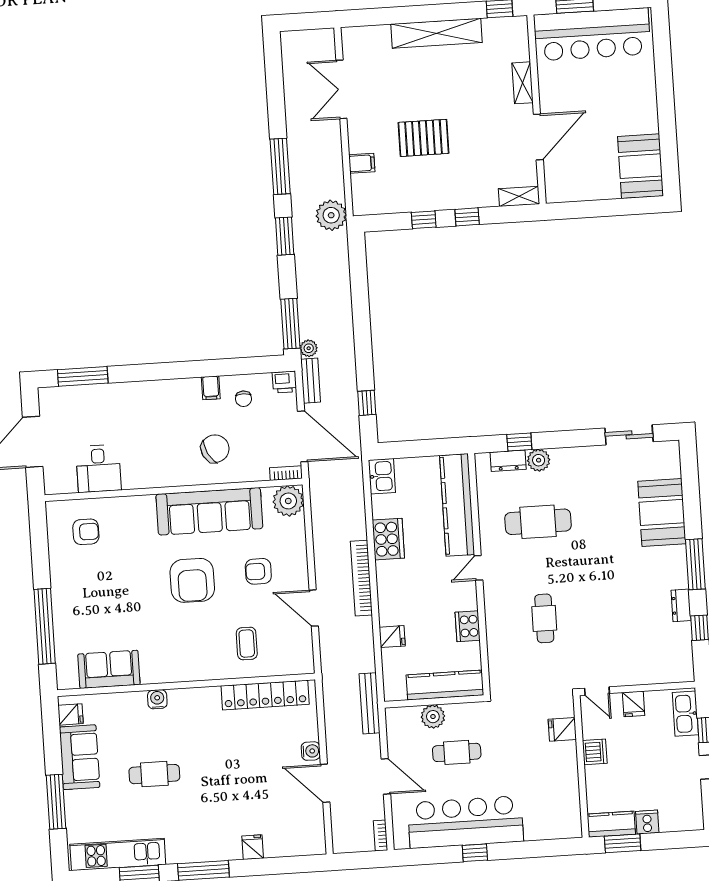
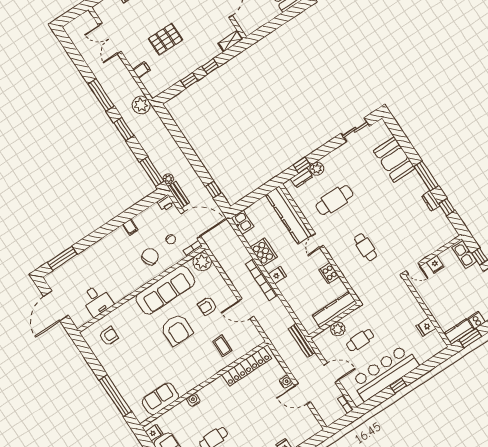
chair: (243, 399) -> (171, 239), moved
fridge: (392, 637) -> (277, 275), moved
fridge: (562, 729) -> (426, 327), moved
dishwasher: (595, 752) -> (430, 300), removed

